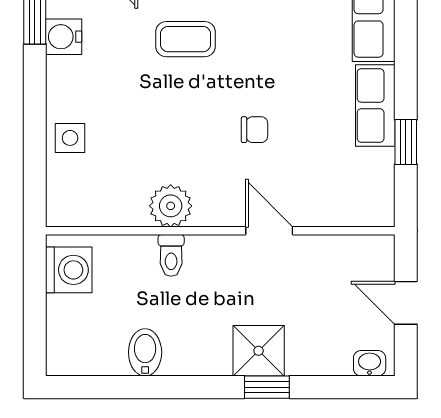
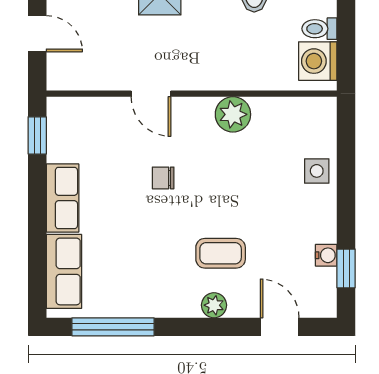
water cooler: (64, 37) -> (326, 255), width x0.72, depth x0.72
window: (406, 142) -> (37, 135), moved
toilet: (171, 255) -> (319, 29), moved, turned -90

